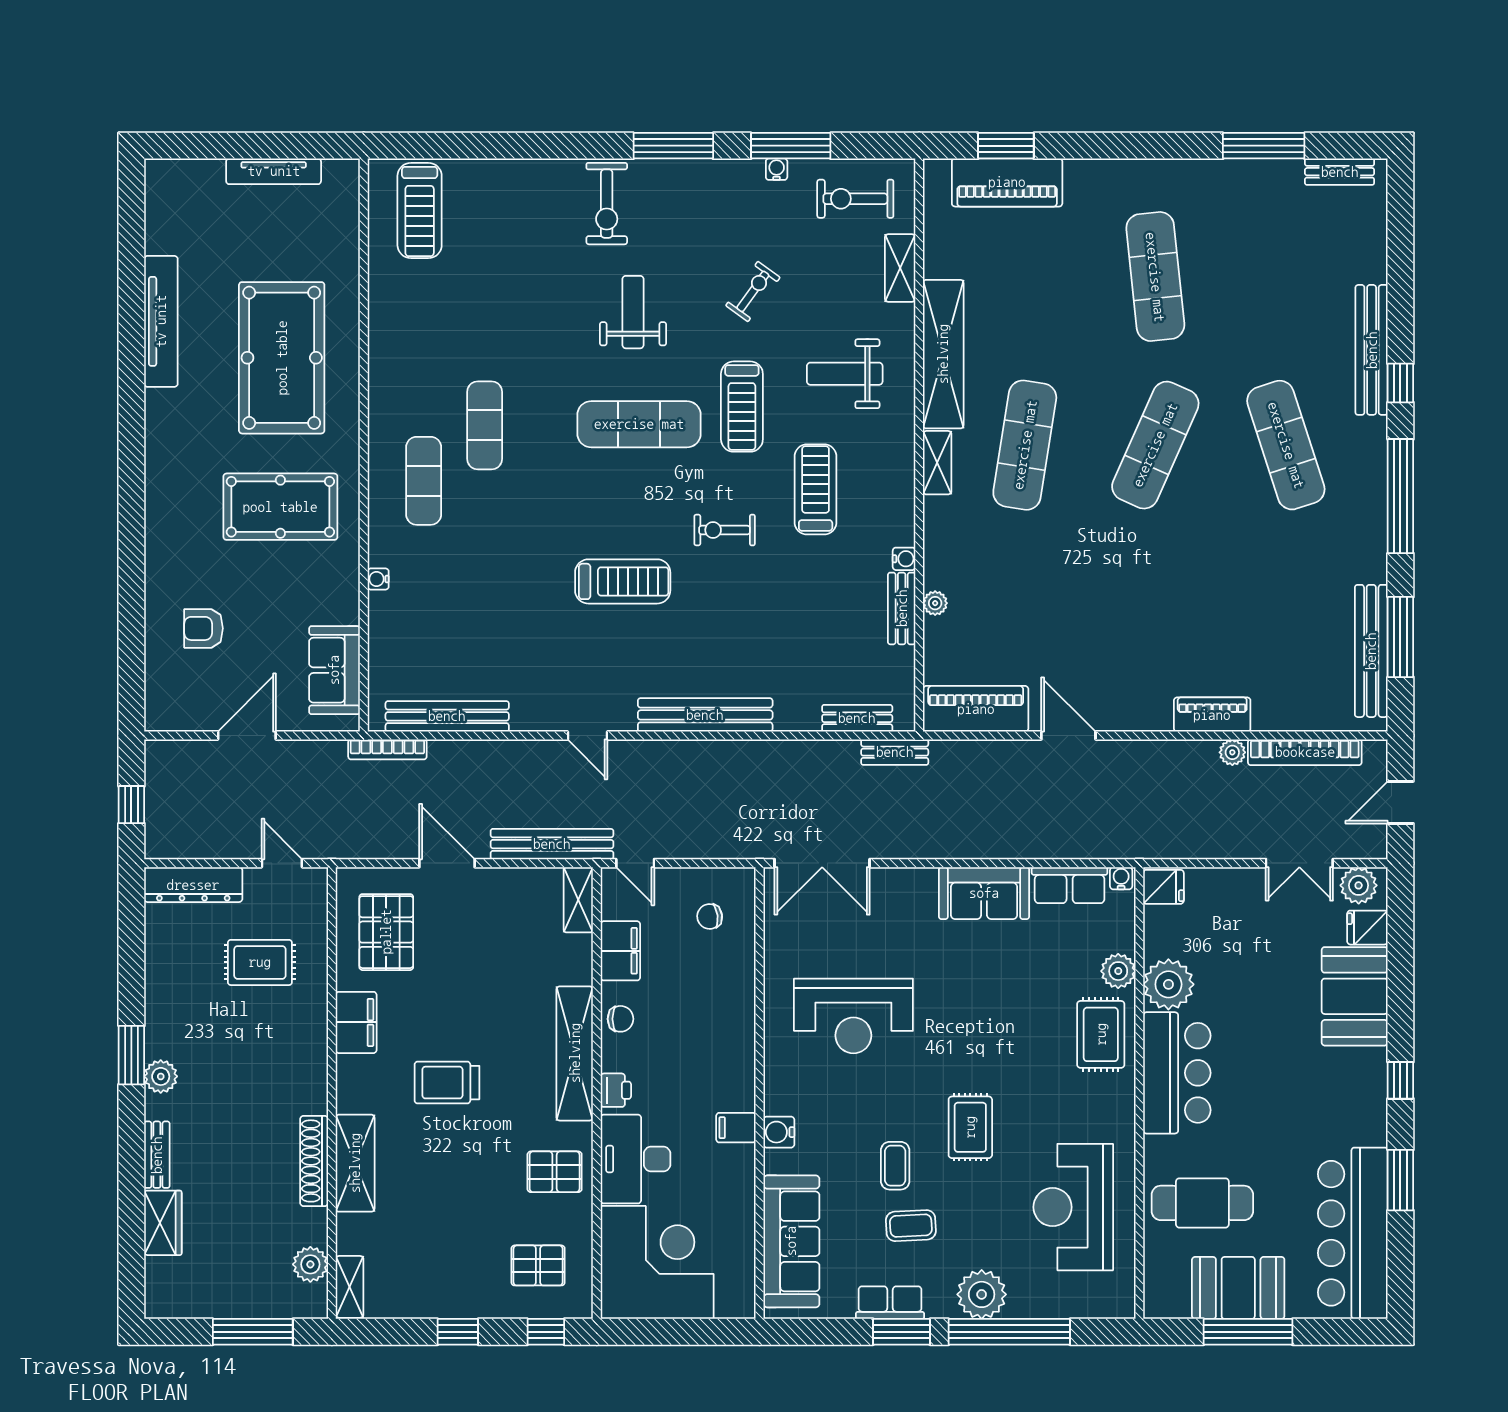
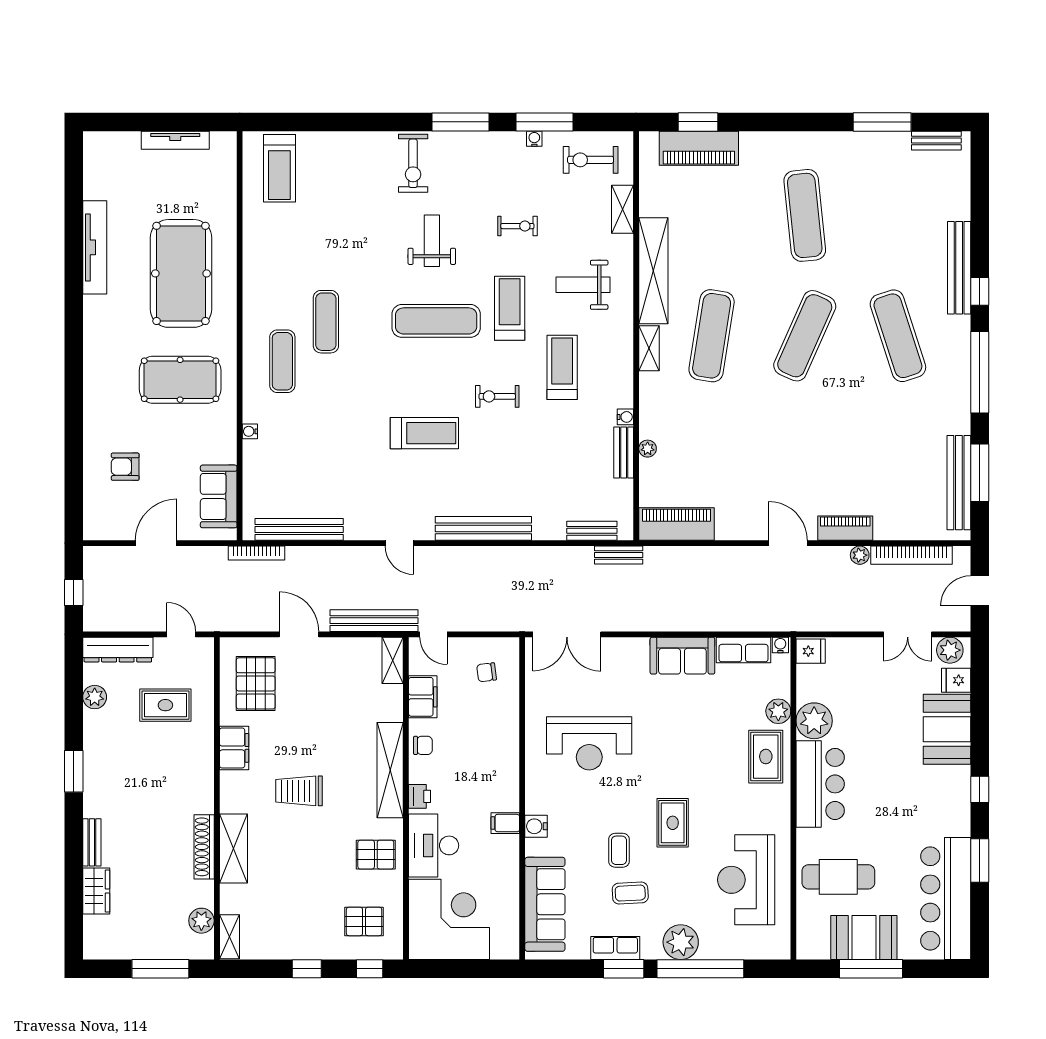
exercise bike: (753, 291) -> (517, 226), turned 54
treadmill: (742, 407) -> (510, 308), turned 180
door: (1068, 736) -> (788, 543), moved
plant: (161, 1076) -> (95, 697), moved

